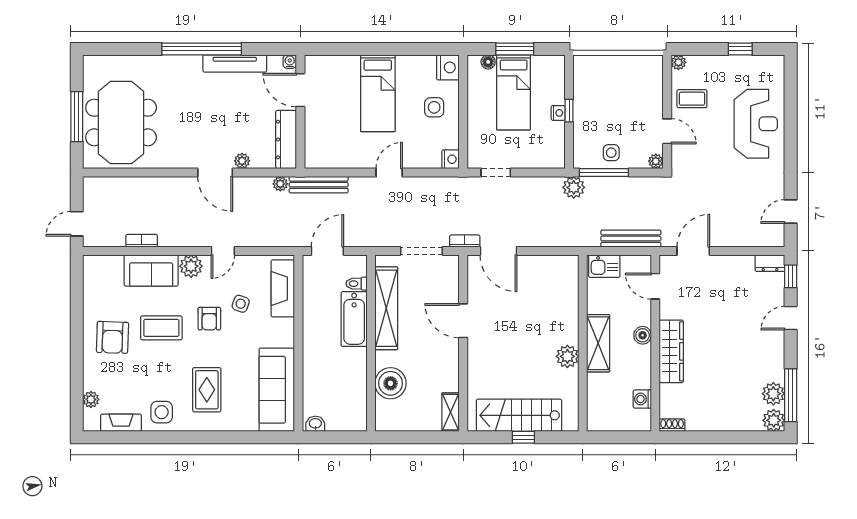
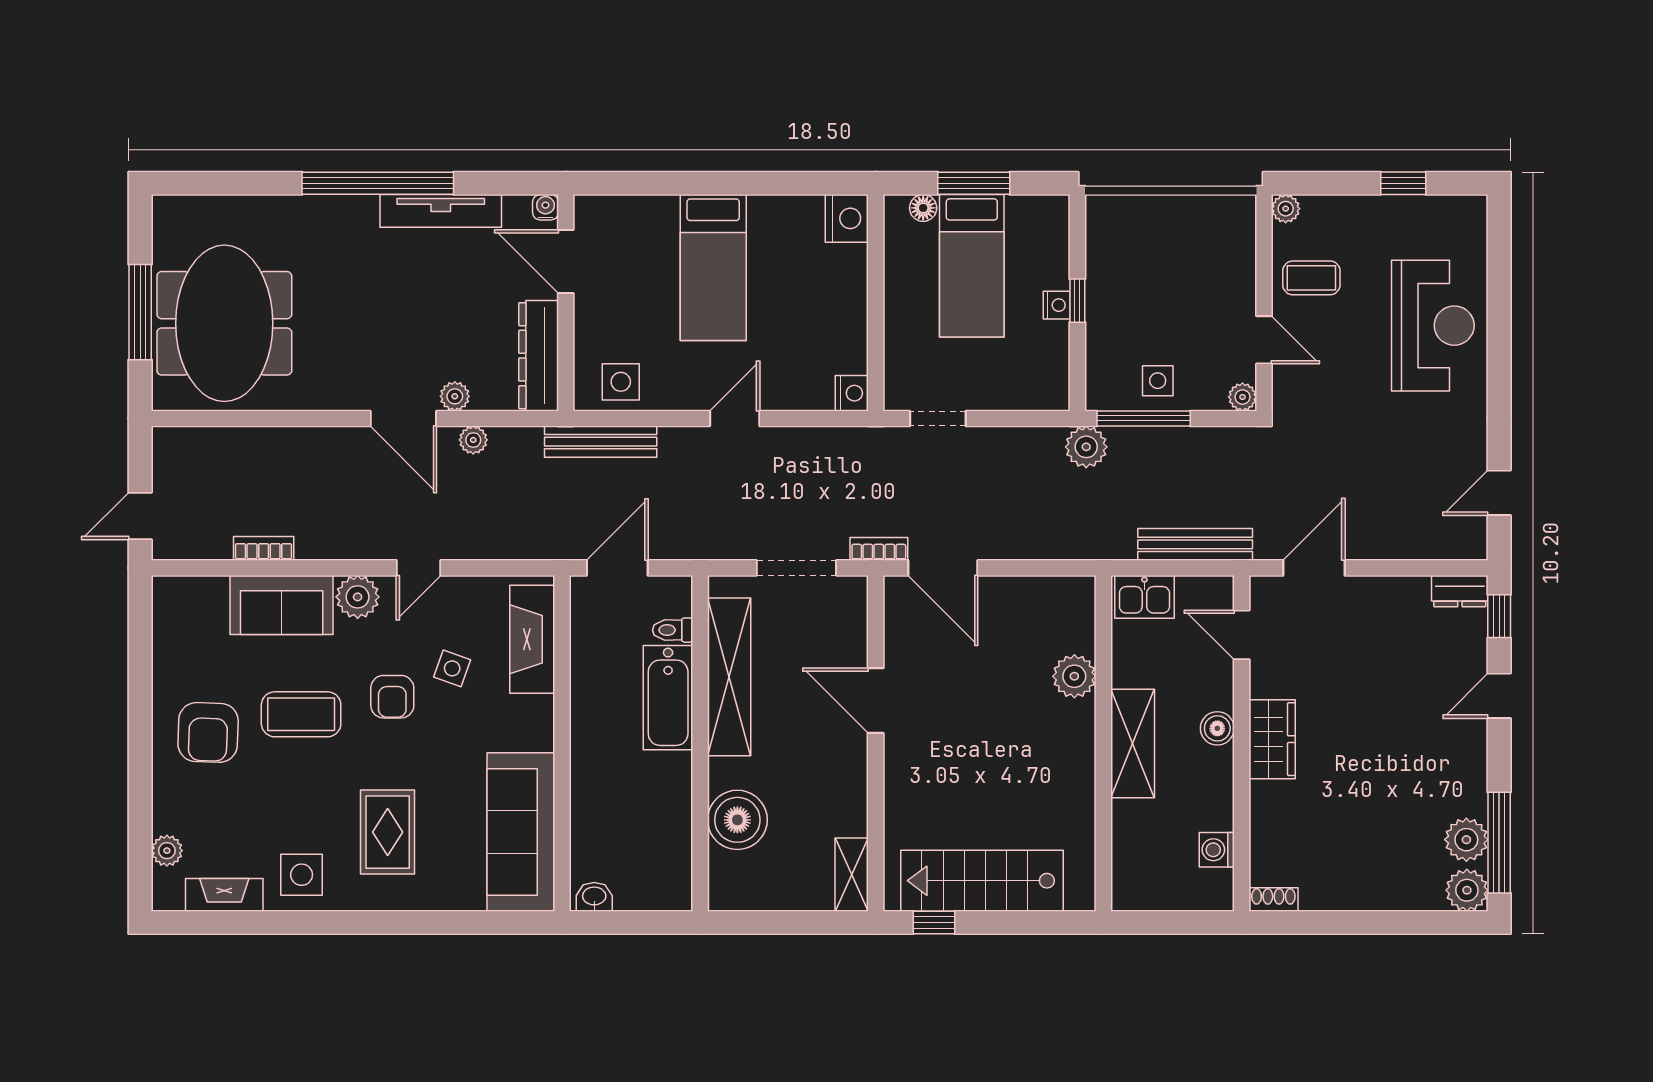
side table: (434, 107) -> (621, 382), moved
plant: (280, 184) -> (473, 440), moved
wardrobe: (671, 351) -> (1272, 739), width x0.67
plant: (567, 356) -> (1074, 676), moved
window: (523, 437) -> (934, 923), moved

